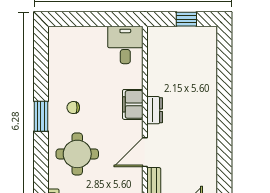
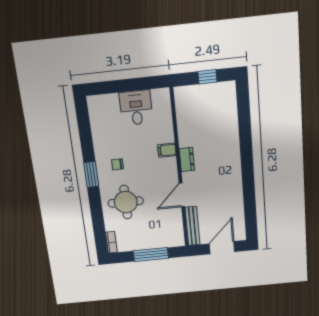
desk: (125, 45) -> (136, 108), moved
filing cabinet: (133, 104) -> (167, 150), width x0.50

